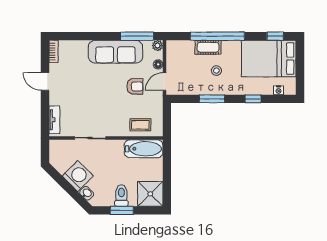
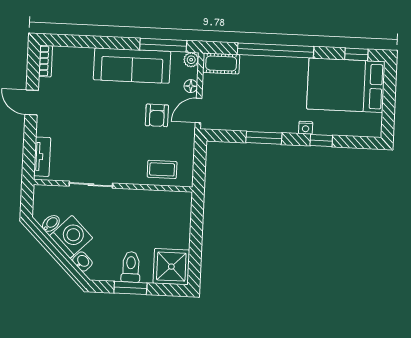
cot: (208, 47) -> (221, 63), moved
stool: (216, 71) -> (272, 99), removed
armchair: (135, 86) -> (157, 115), turned 90
nightstand: (279, 90) -> (306, 128), moved
bathtub: (144, 149) -> (165, 203), removed
bidet: (63, 167) -> (51, 223), added

